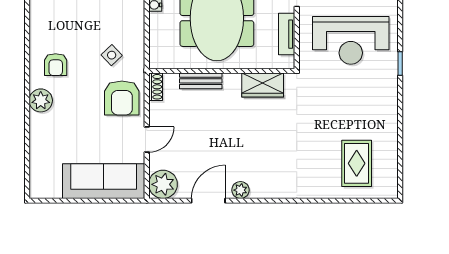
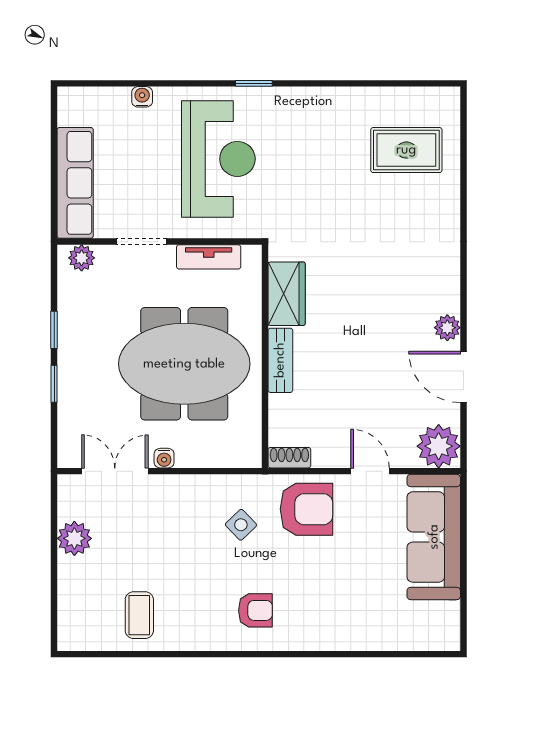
bench: (201, 81) -> (280, 360), moved
plant: (41, 100) -> (310, 633), removed

